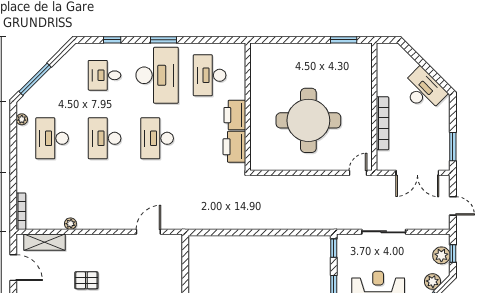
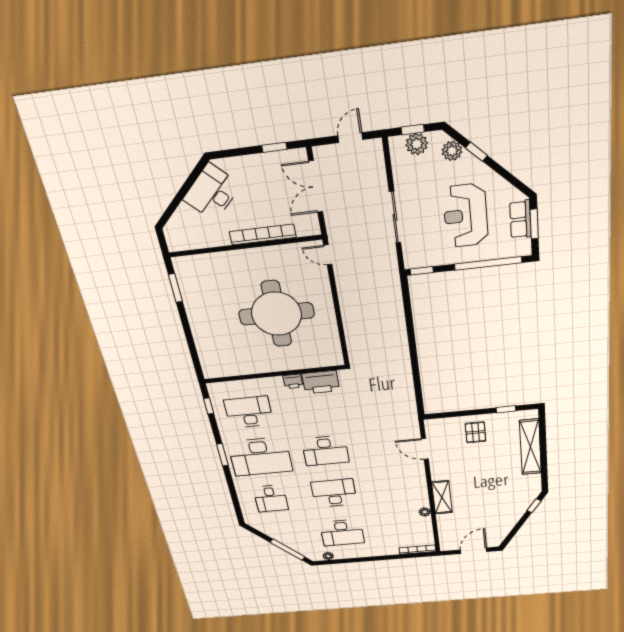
window: (112, 40) -> (209, 406), moved
desk: (157, 75) -> (260, 457), turned 180
desk: (210, 75) -> (249, 412), turned 180
printer: (235, 115) -> (293, 381), width x0.53, depth x0.68
desk: (105, 138) -> (334, 493), turned 180
window: (453, 147) -> (274, 147), width x0.67
double door: (417, 173) -> (316, 187), swing flipped
shelving: (45, 242) -> (442, 497), moved
pallet: (86, 280) -> (475, 432), moved

